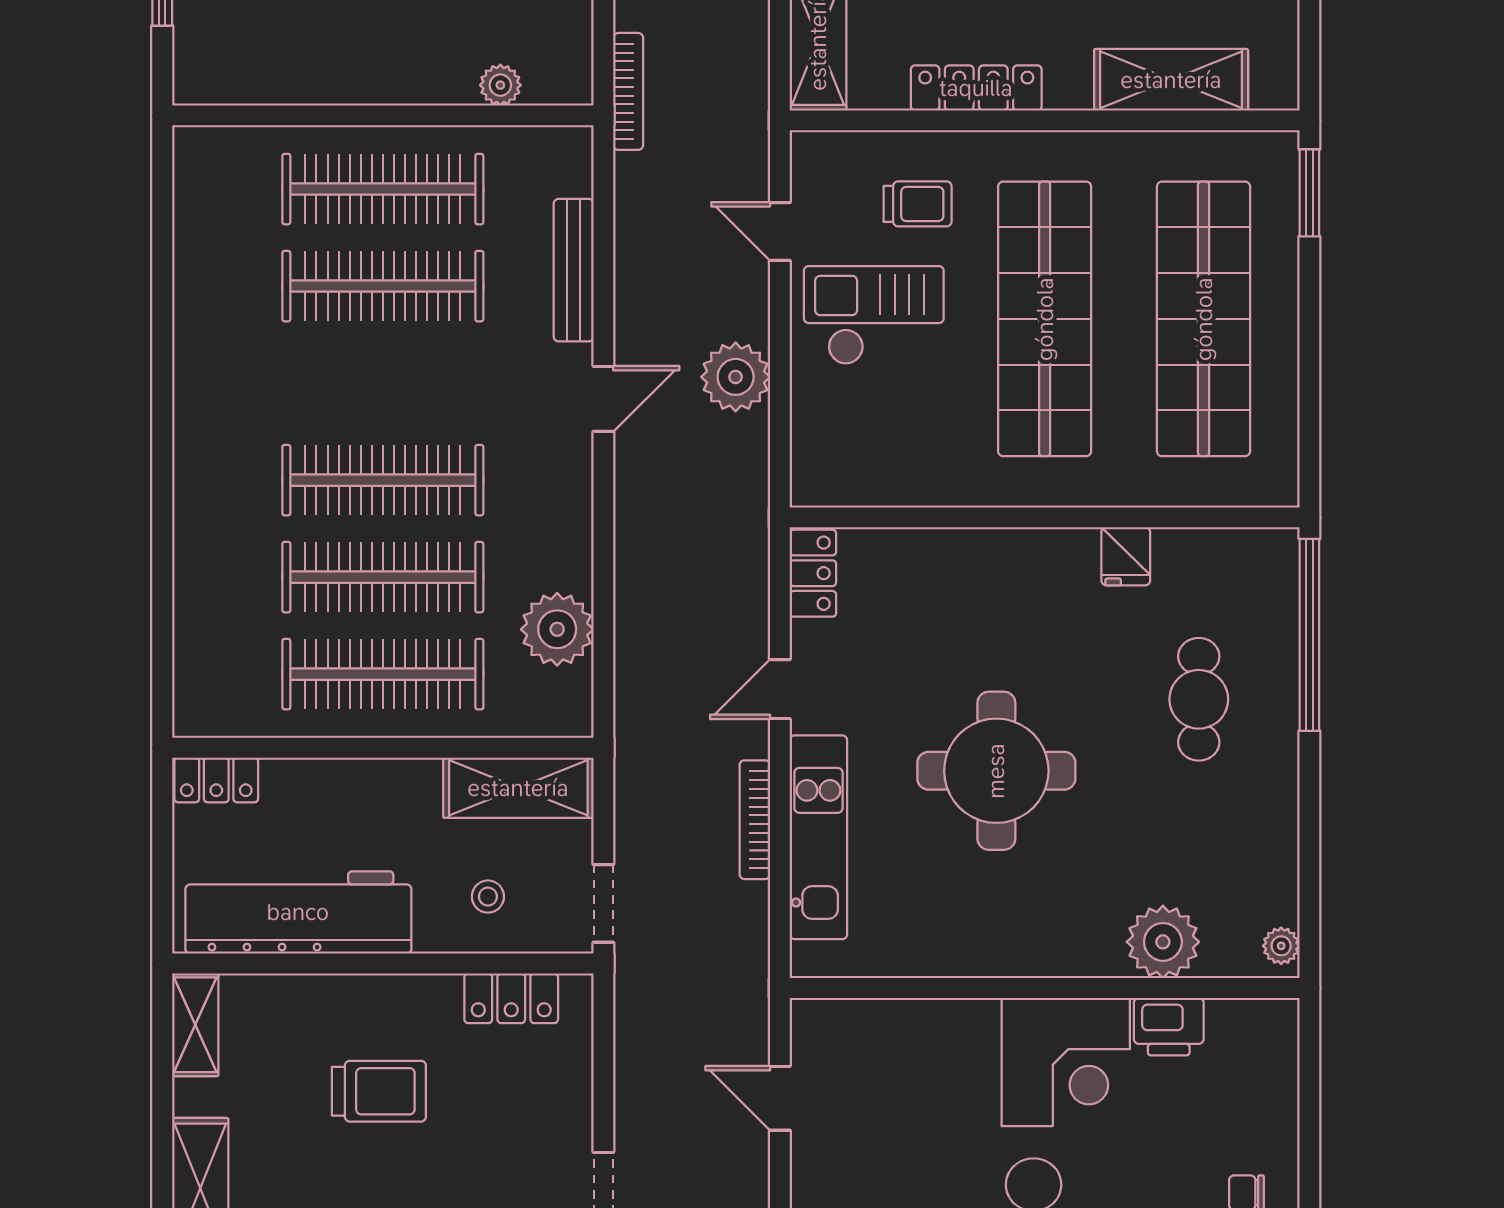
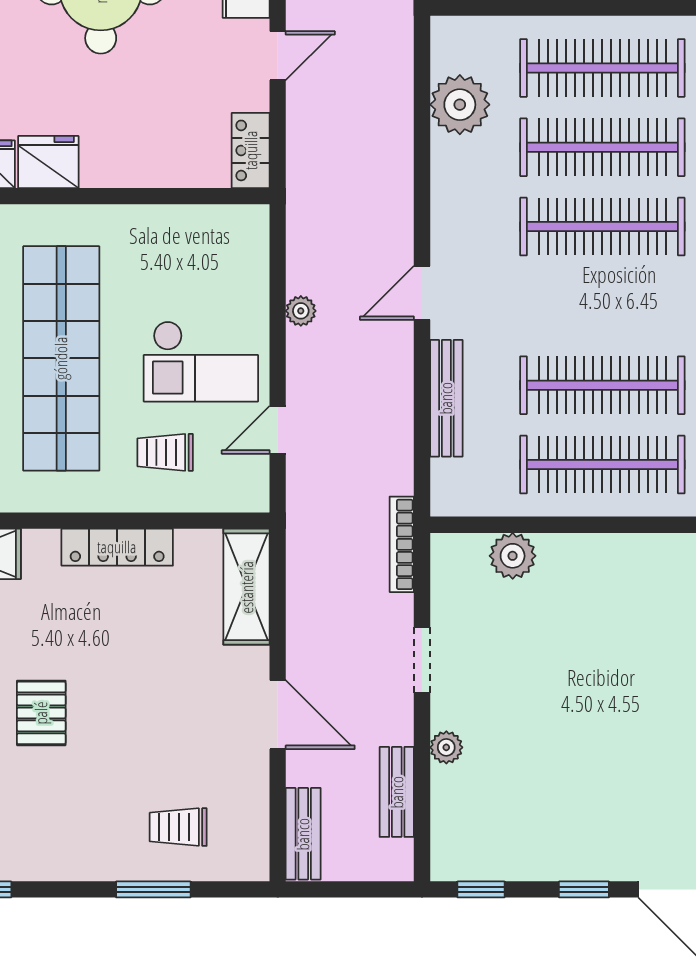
plant: (500, 85) -> (513, 556), width x1.38, depth x1.38
door: (780, 231) -> (278, 430), swing flipped
plant: (736, 377) -> (301, 311), width x0.53, depth x0.53
fridge: (1060, 559) -> (48, 162), added

